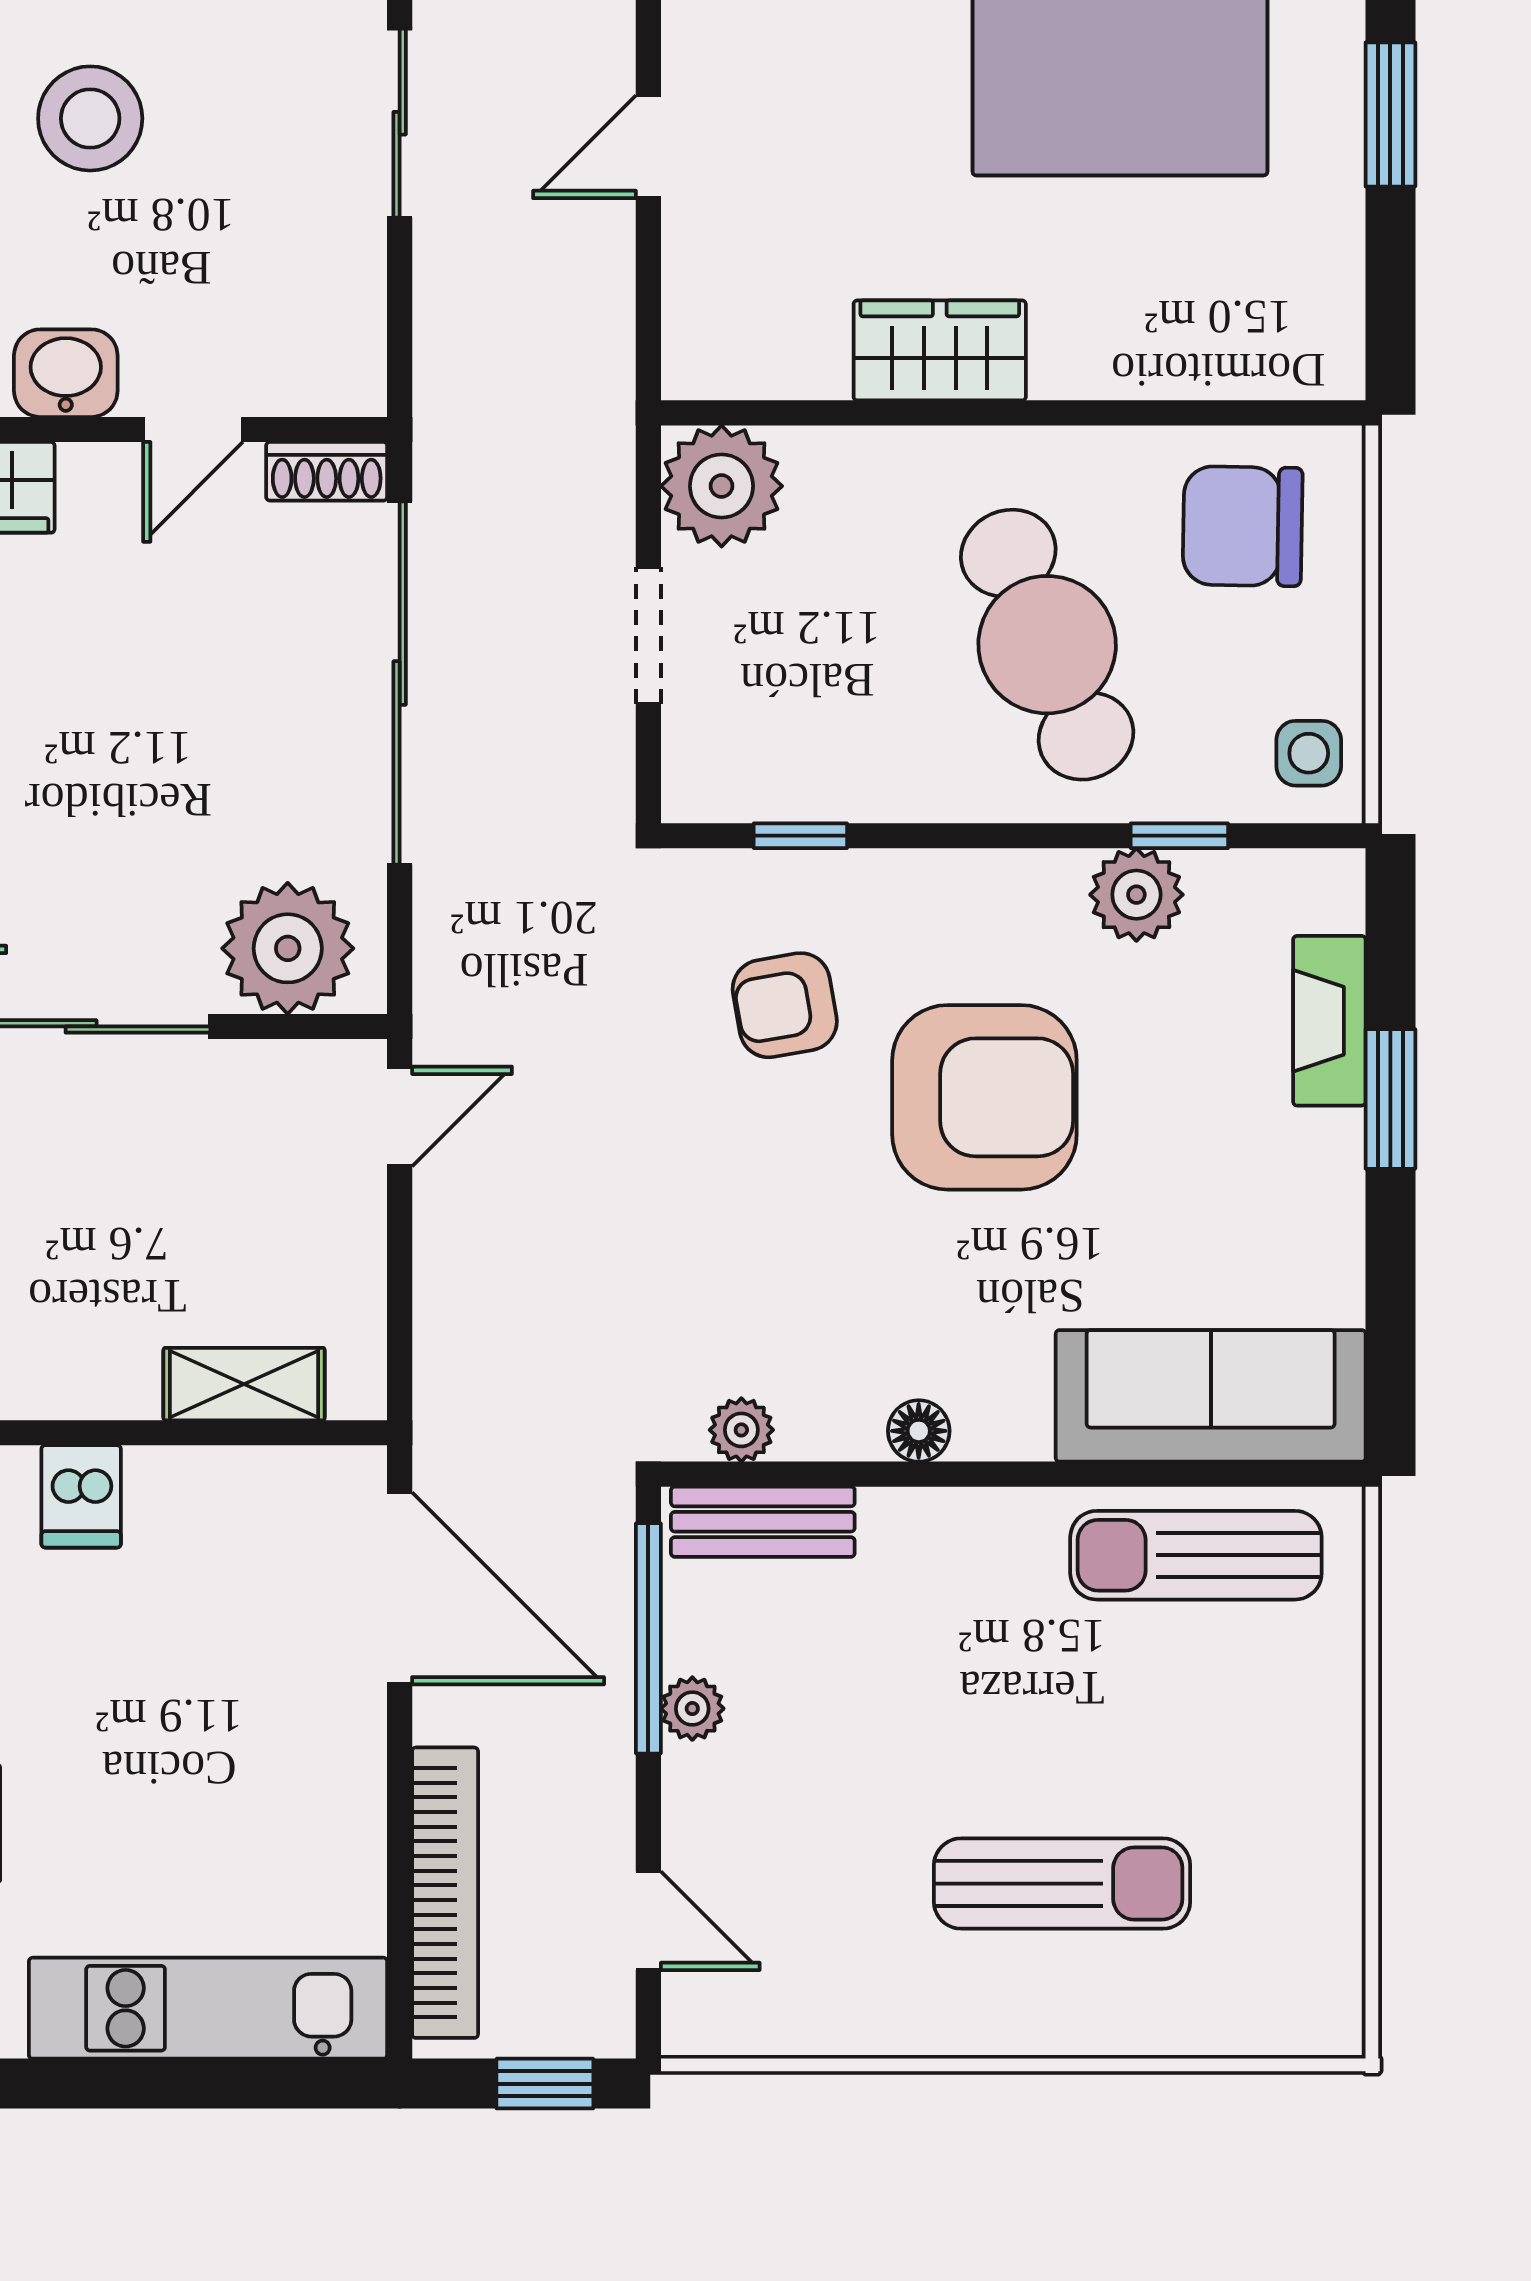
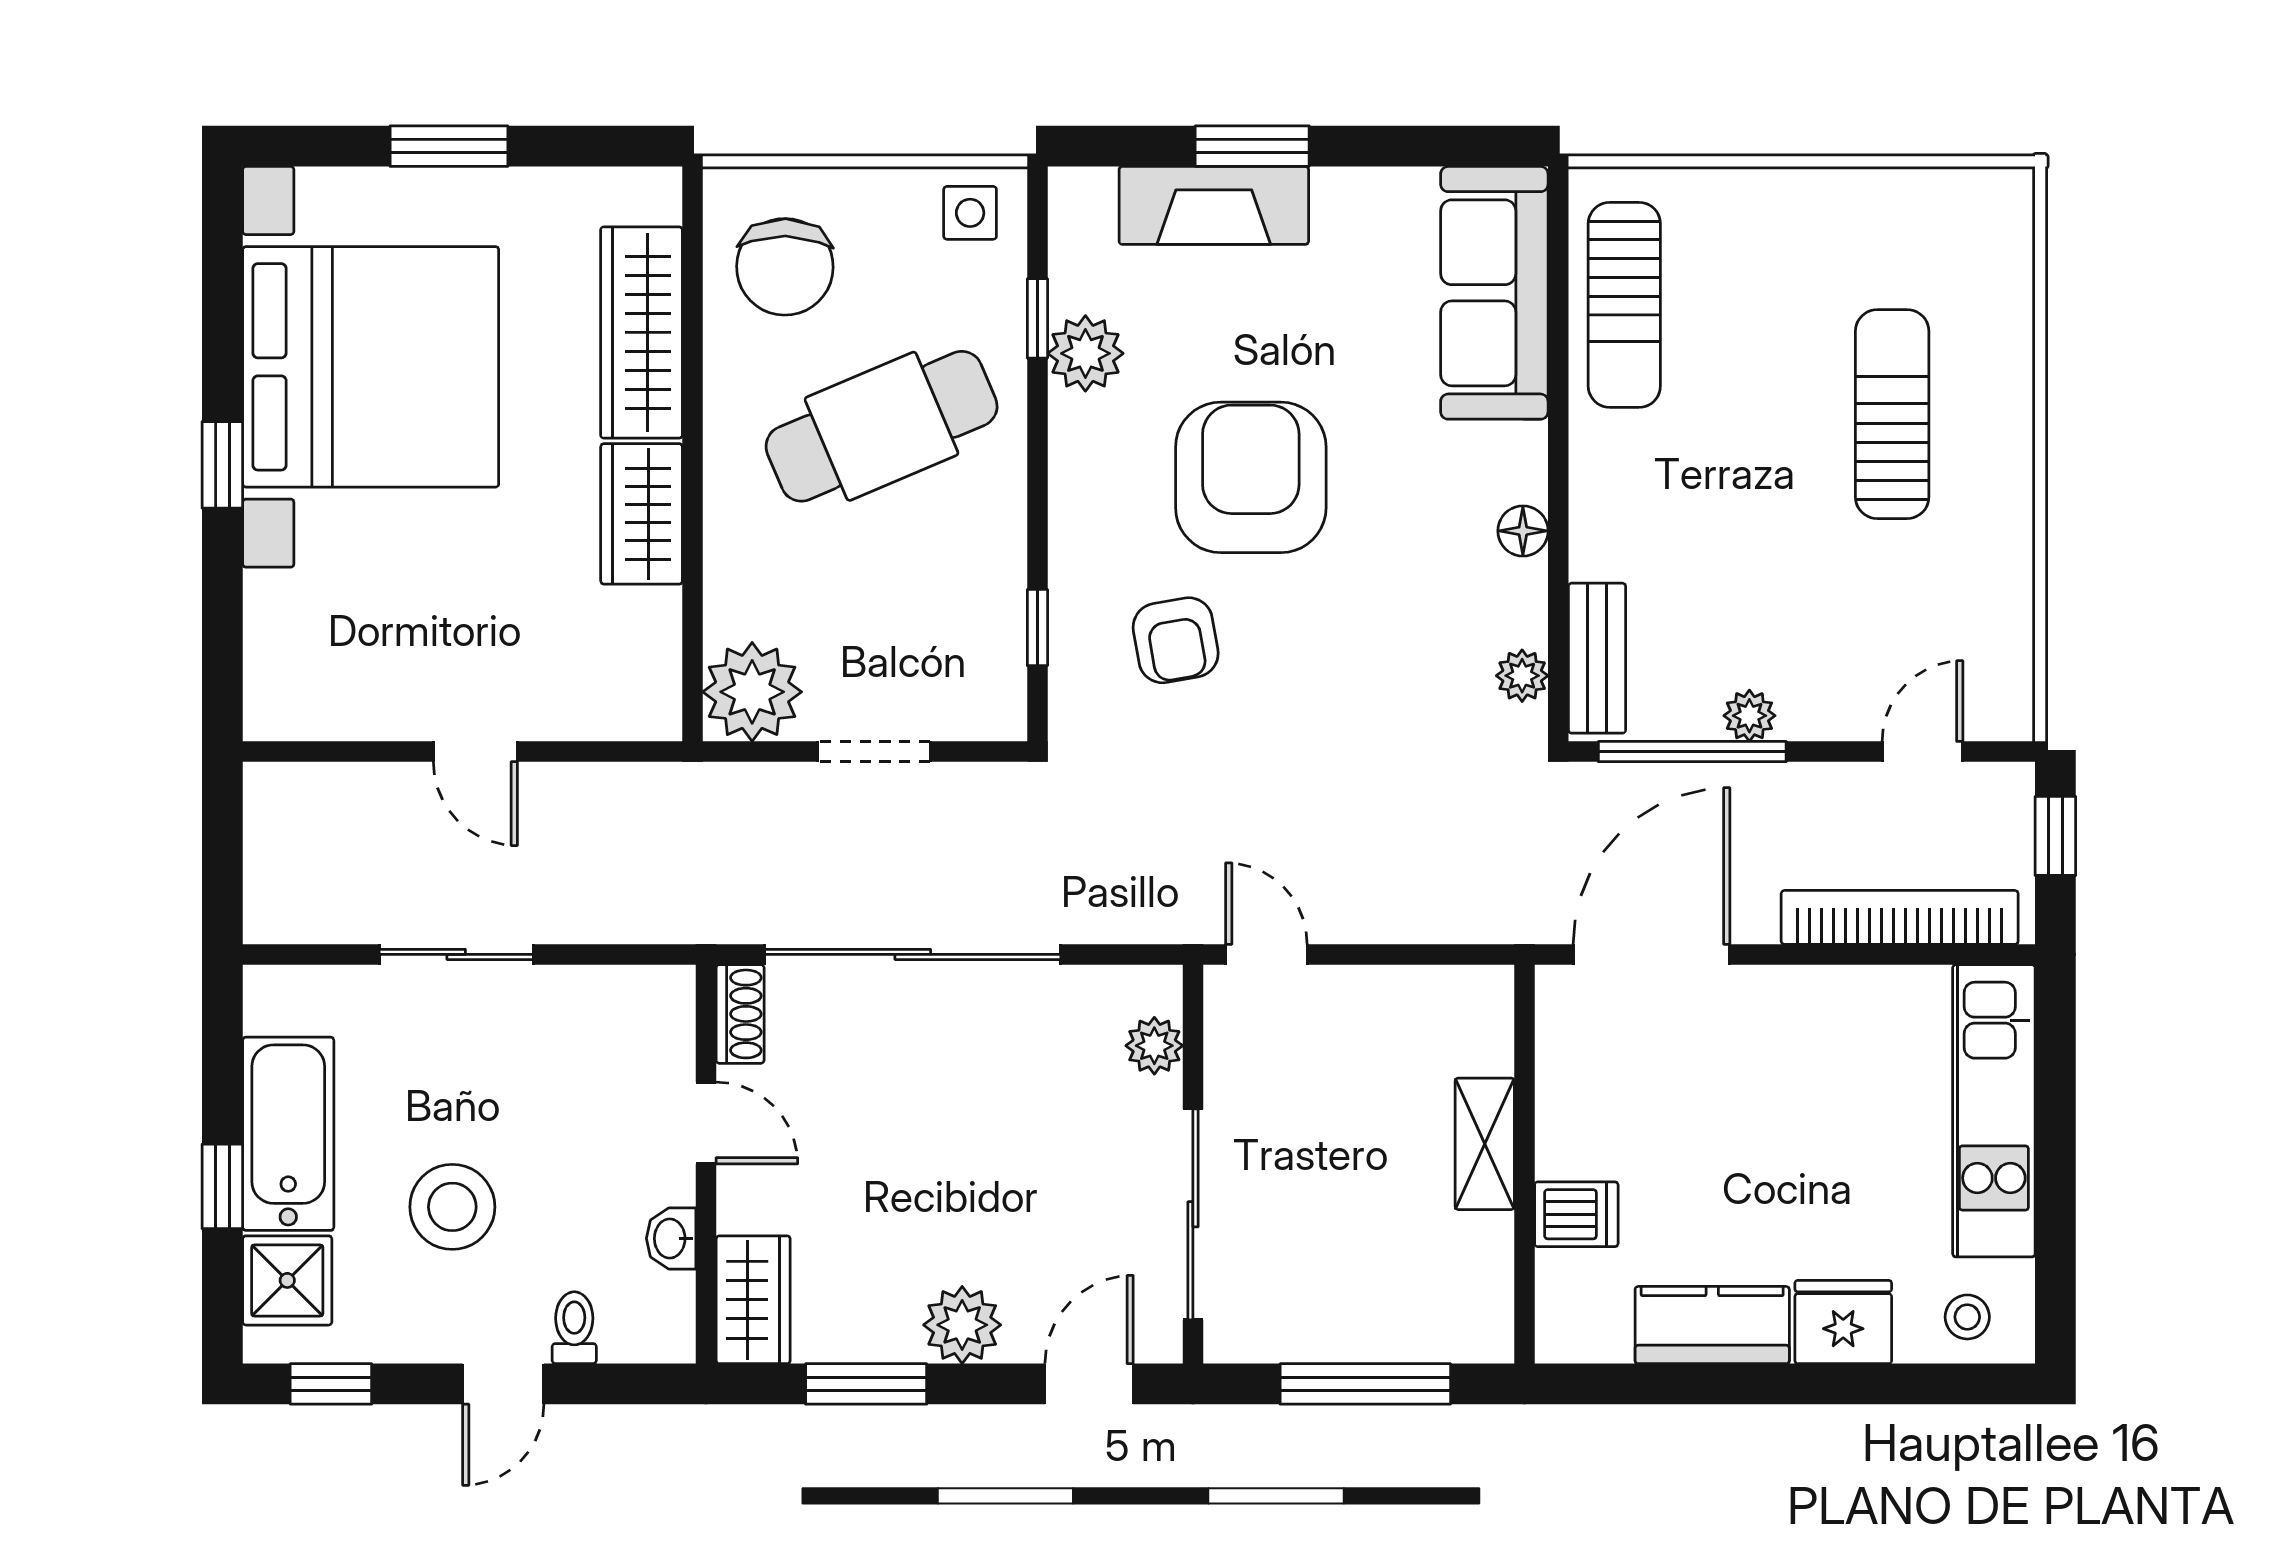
wardrobe: (1162, 350) -> (641, 332), added
washbasin: (66, 373) -> (671, 1238), width x0.72, depth x0.69
plant: (288, 948) -> (1154, 1046), width x0.53, depth x0.53
fireplace: (1329, 1021) -> (1214, 205), width x1.37, depth x1.32
shelving: (244, 1384) -> (1485, 1144), moved

